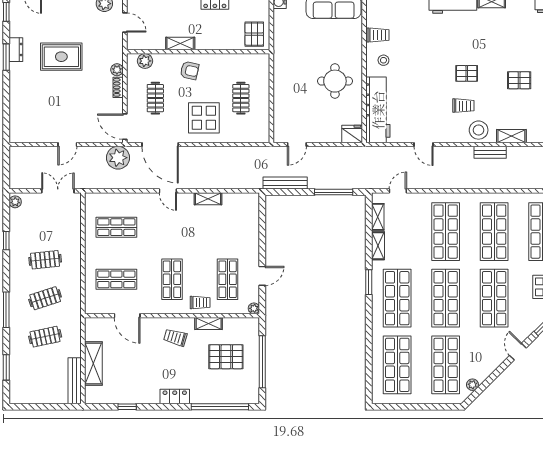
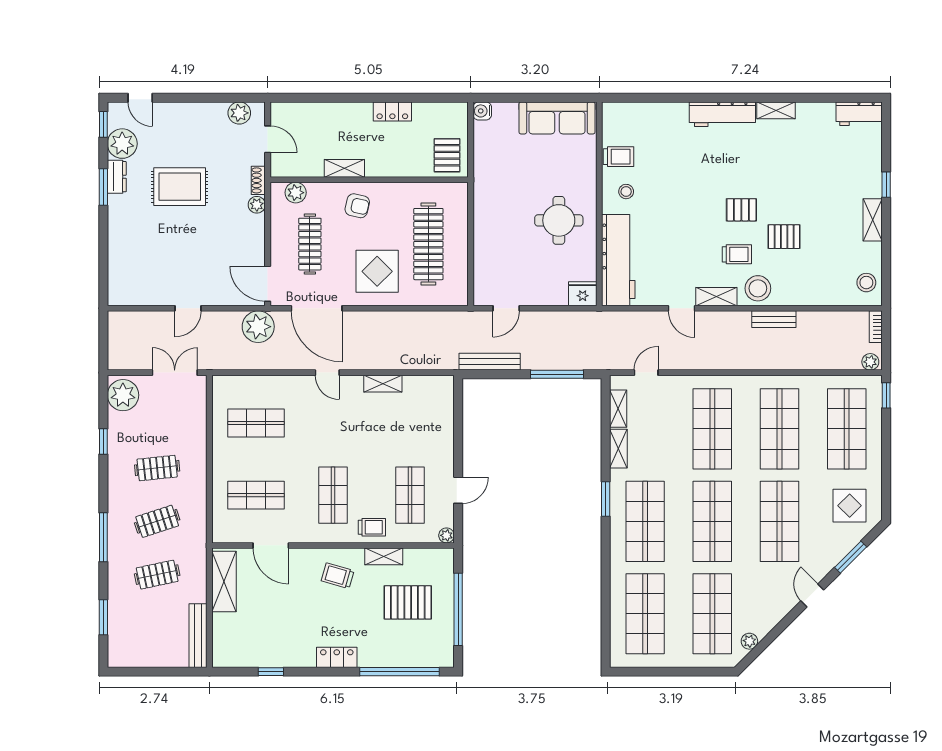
plant: (20, 26) -> (122, 144), added
pallet: (519, 80) -> (784, 237), moved
shoe rack: (118, 87) -> (258, 180), moved
clothes rail: (155, 98) -> (310, 244), width x1.36
clothes rail: (241, 98) -> (428, 244), width x1.86, depth x1.31
shelving: (511, 136) -> (716, 297), moved
plant: (15, 202) -> (123, 395), width x1.88, depth x1.88
shelving: (93, 363) -> (224, 582), moved

